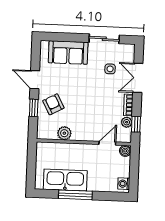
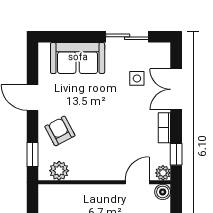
window: (34, 108) -> (33, 154), moved
plant: (127, 122) -> (163, 173), moved
plant: (64, 133) -> (59, 171), moved

